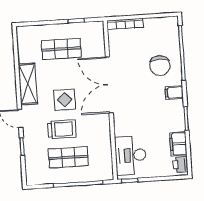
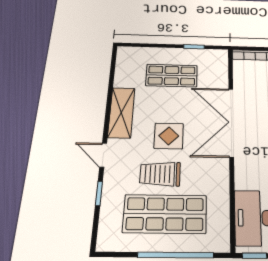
trolley: (62, 129) -> (160, 174), turned 180
shop shelf: (68, 157) -> (165, 214), width x1.43, depth x1.36

